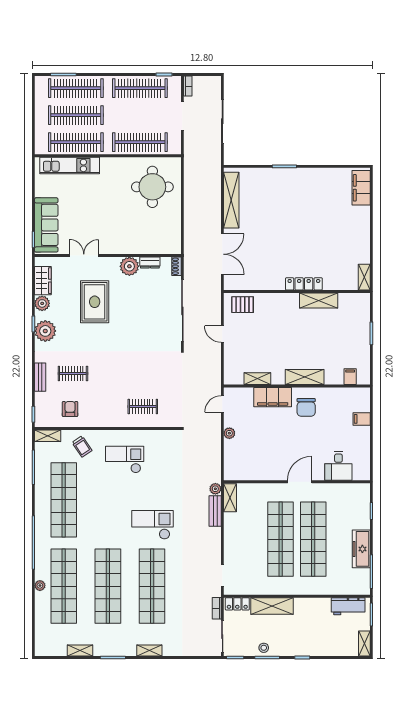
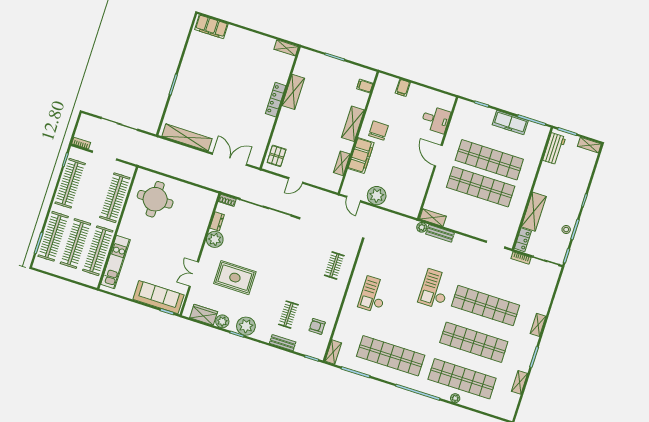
chair: (306, 407) -> (378, 131), turned -90
plant: (229, 433) -> (377, 196), width x1.88, depth x1.88
trolley: (82, 446) -> (351, 326), removed

